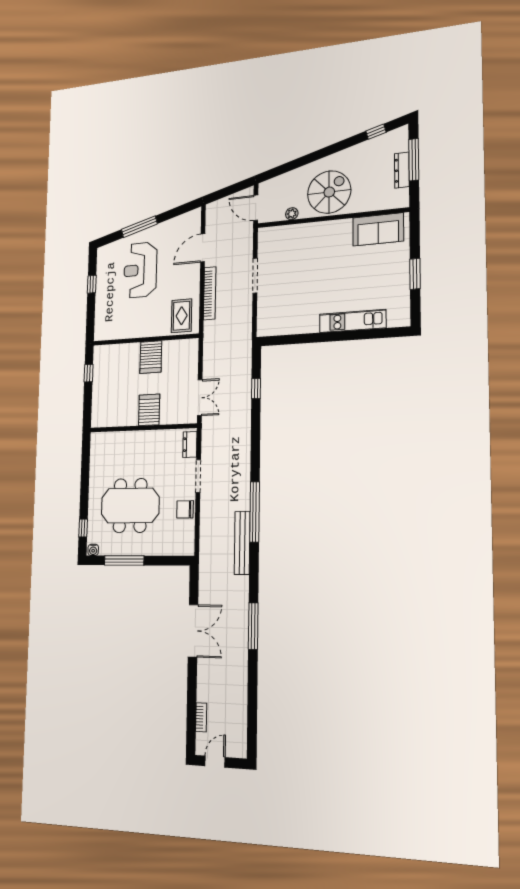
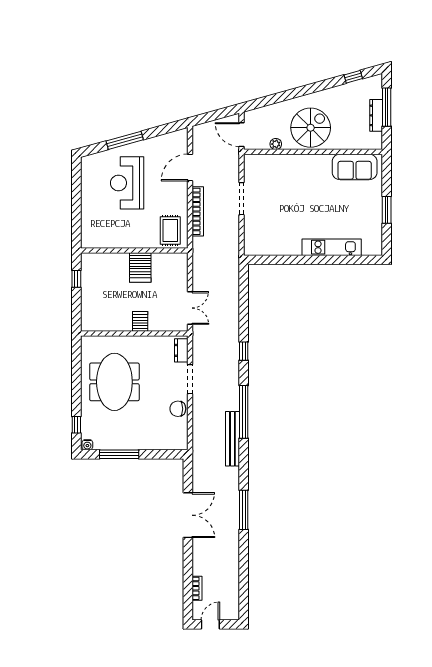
window: (92, 284) -> (76, 192), removed
window: (256, 389) -> (244, 351), moved
server rack: (149, 410) -> (140, 321), width x0.73, depth x0.70
meeting table: (130, 506) -> (114, 382), moved, turned 90

